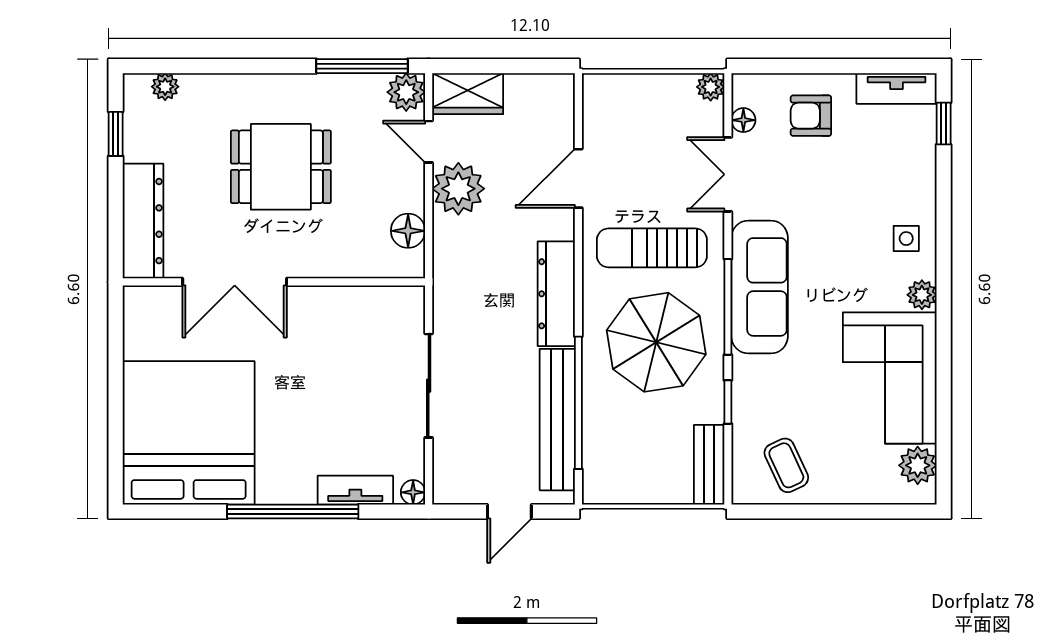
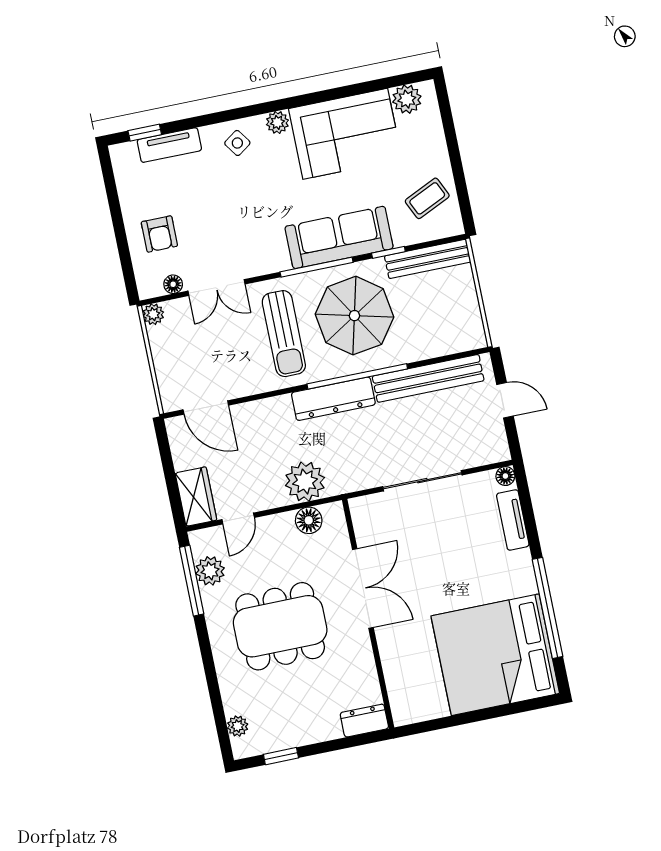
tv unit: (897, 88) -> (169, 145), moved, turned 90
plant: (406, 92) -> (210, 571), moved
dining table: (281, 167) -> (280, 626), width x1.38
door: (578, 178) -> (206, 407), moved
plant: (458, 189) -> (305, 482), moved
dresser: (143, 221) -> (364, 721), width x0.51, depth x0.80
side table: (906, 239) -> (237, 143), turned -35
double door: (235, 282) -> (363, 588), moved
sofa: (760, 287) -> (339, 237), moved
window: (578, 403) -> (357, 376), moved
bench: (709, 465) -> (428, 259), width x1.36
window: (293, 511) -> (548, 608), moved

